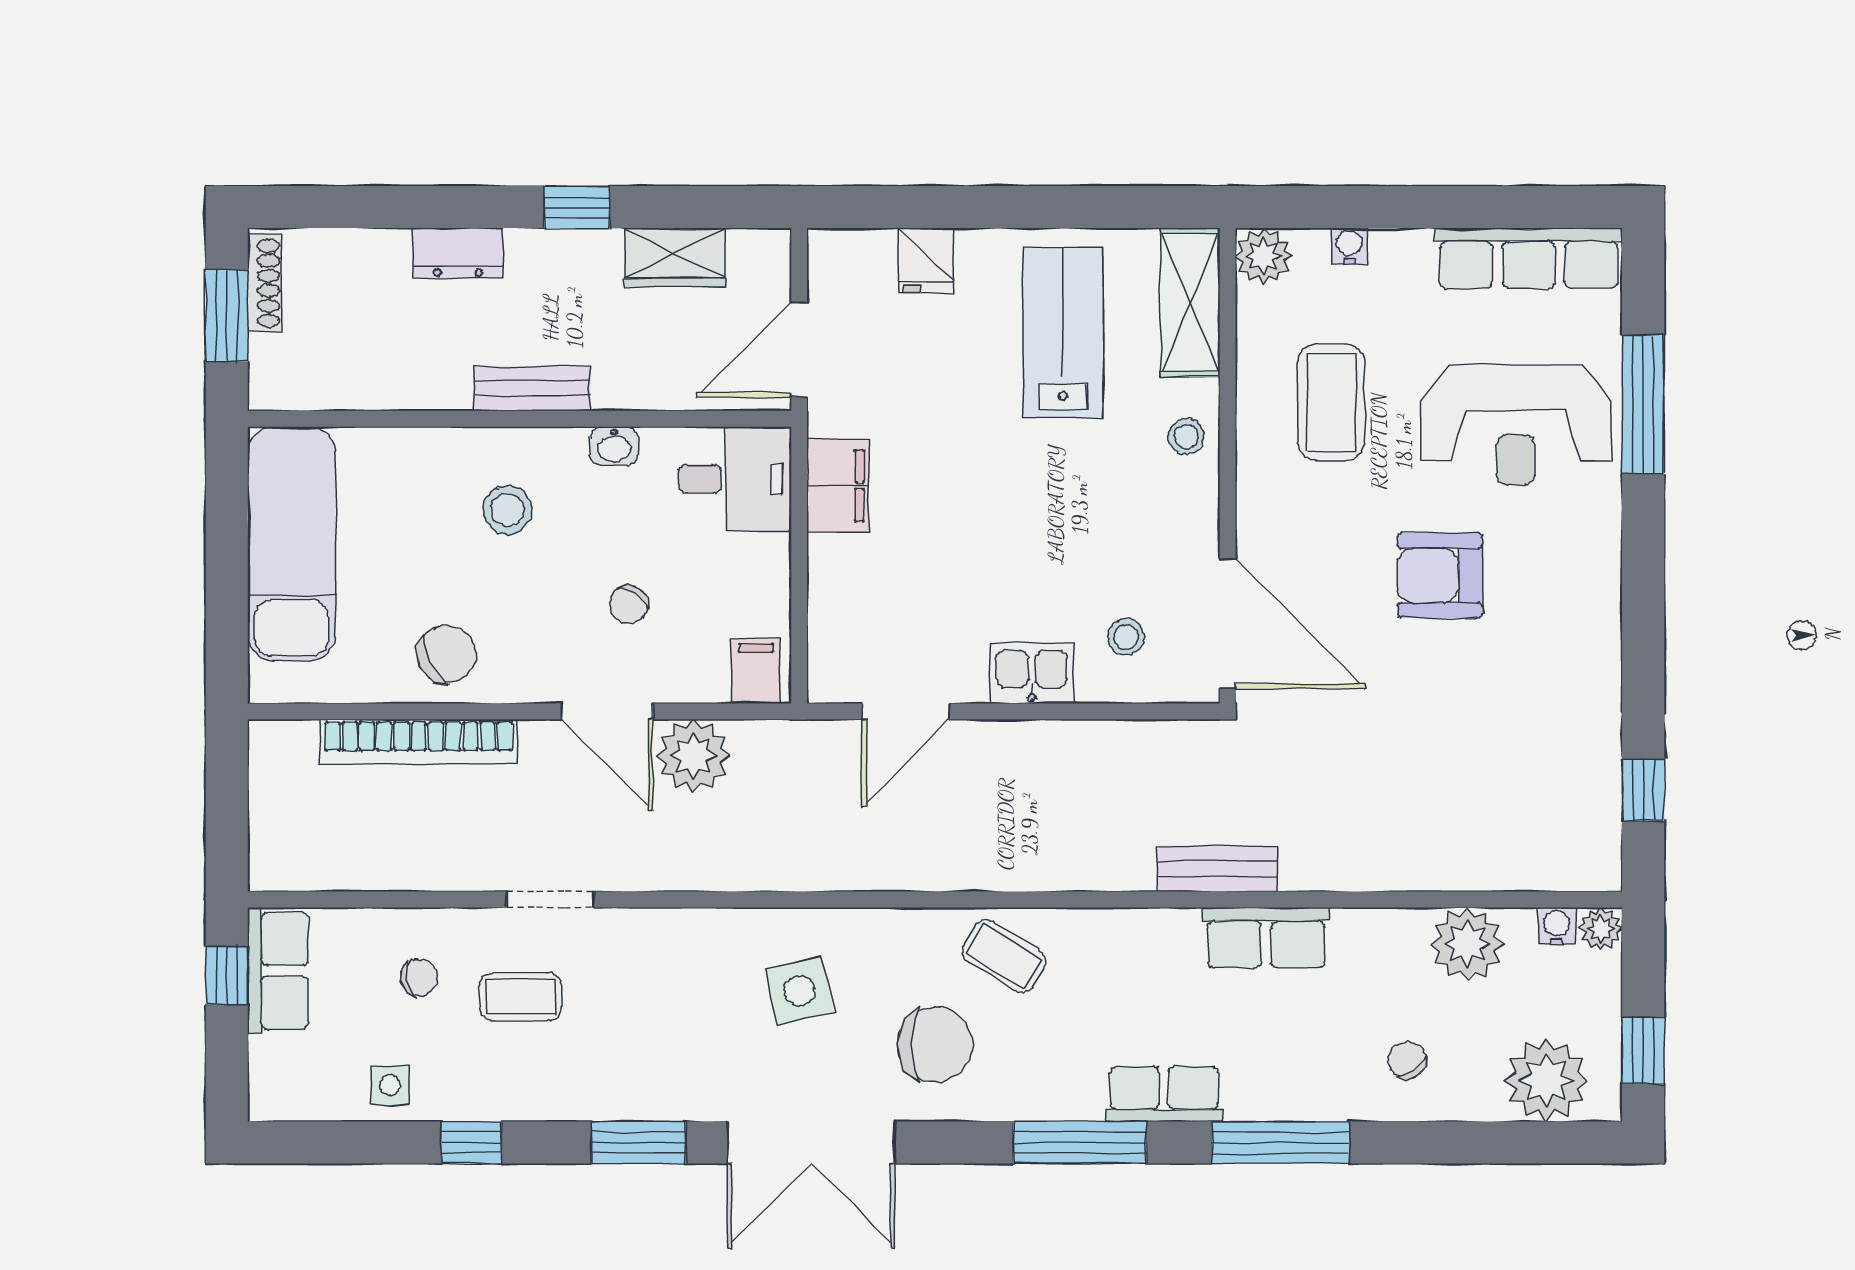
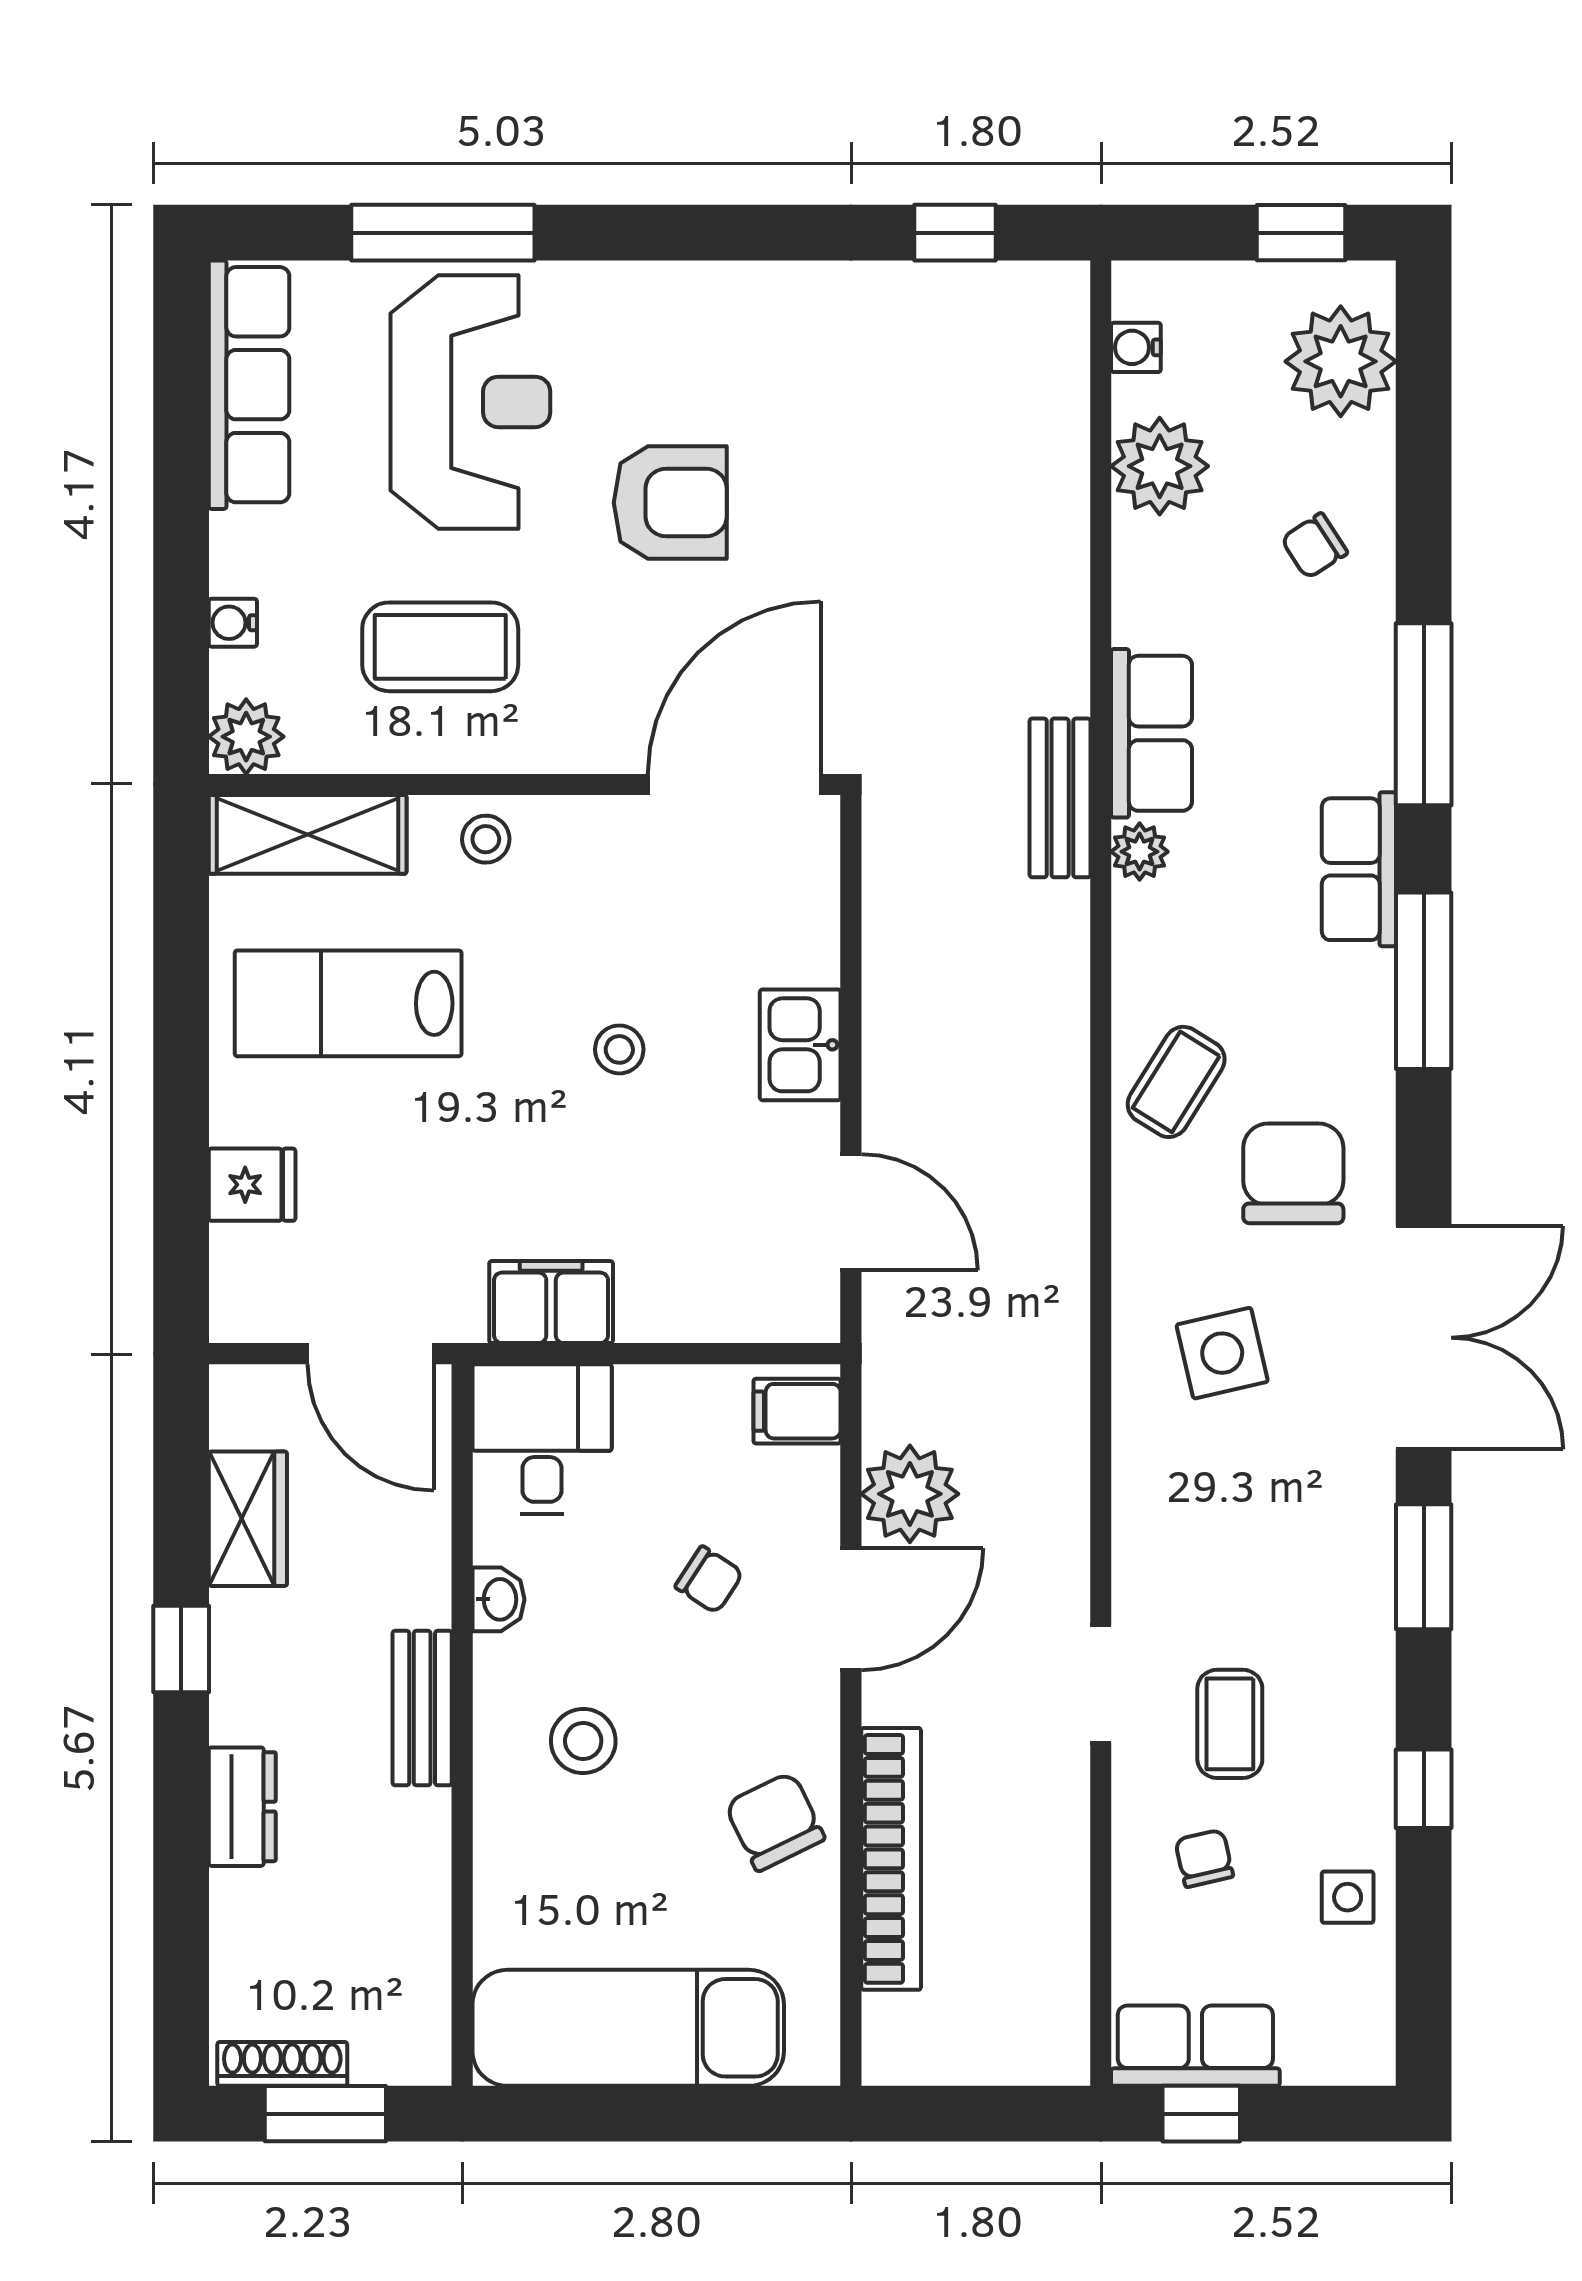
armchair: (1440, 575) -> (670, 503), turned -90
stool: (1126, 637) -> (619, 1049), moved
plant: (1601, 929) -> (1140, 852), moved

